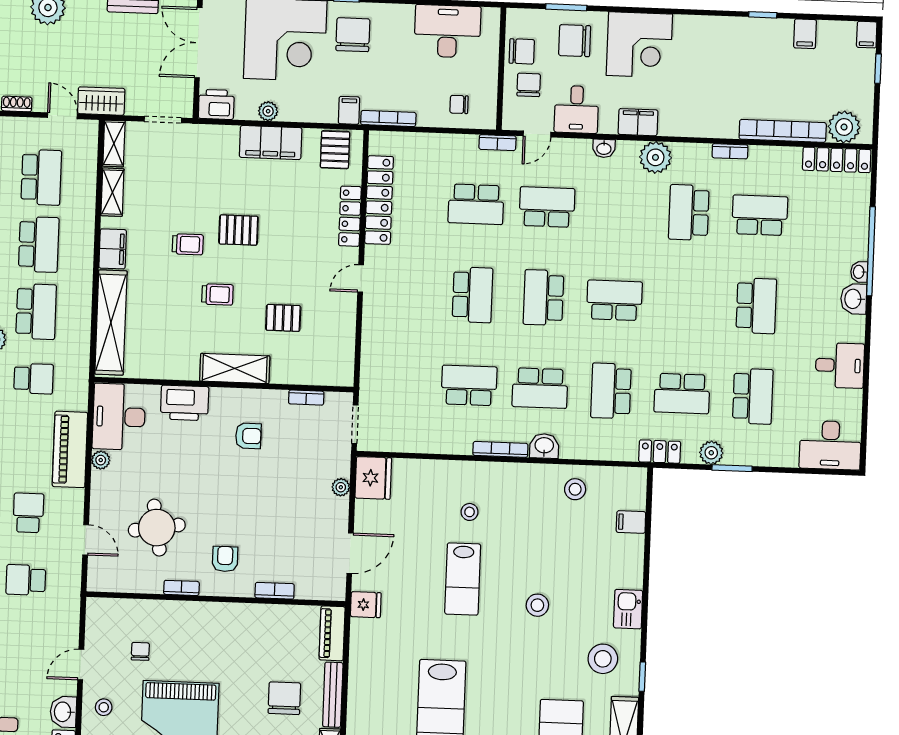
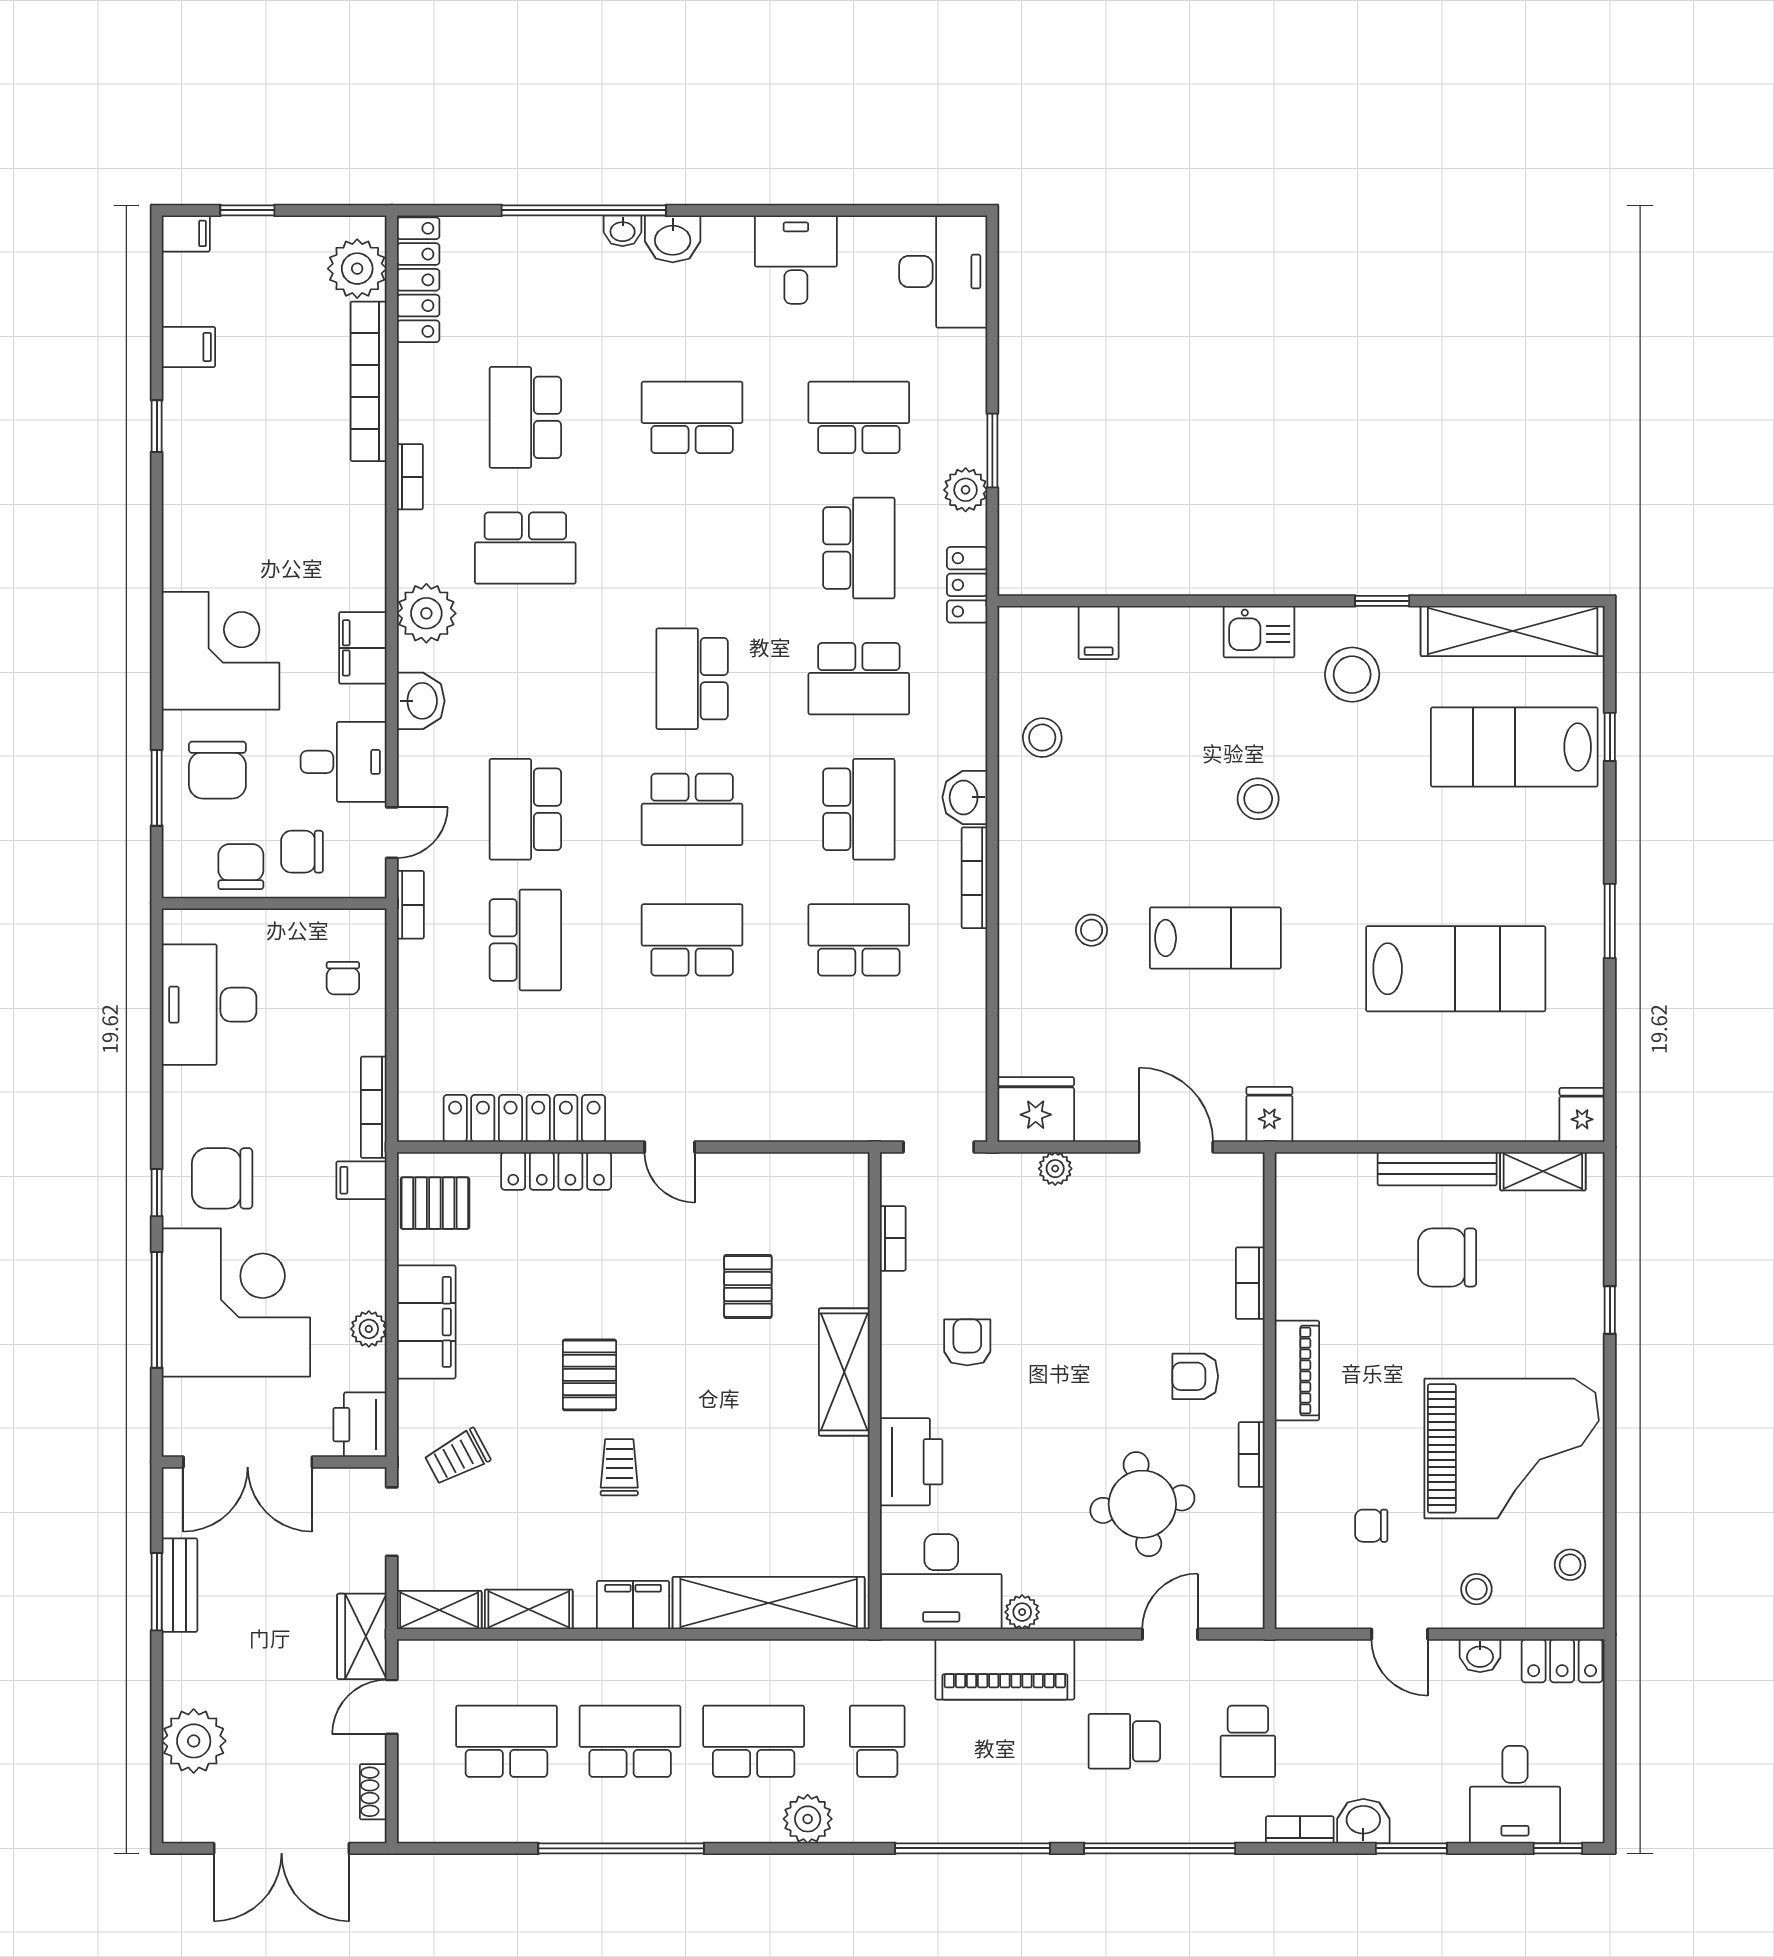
door: (537, 134) -> (392, 833), hinge flipped
washbasin: (604, 148) -> (421, 701), width x1.38, depth x1.45
trolley: (217, 294) -> (457, 1457), moved, turned -118
school desk: (469, 385) -> (859, 940), turned 90
piano: (332, 633) -> (1297, 1371), moved, turned -90
washbasin: (63, 712) -> (1480, 1656), width x0.72, depth x0.69

